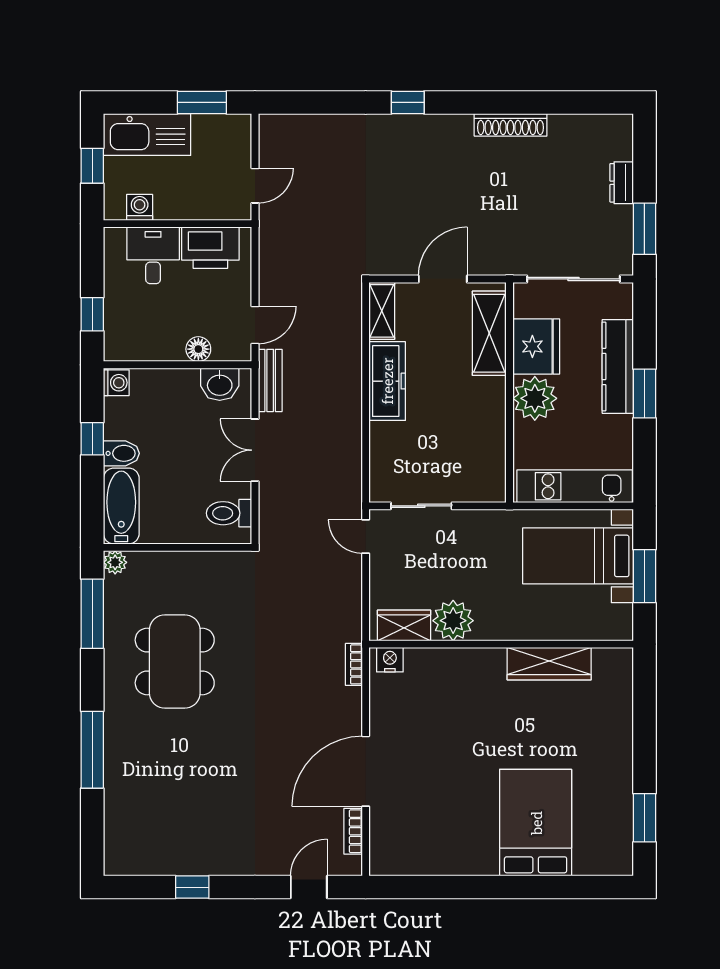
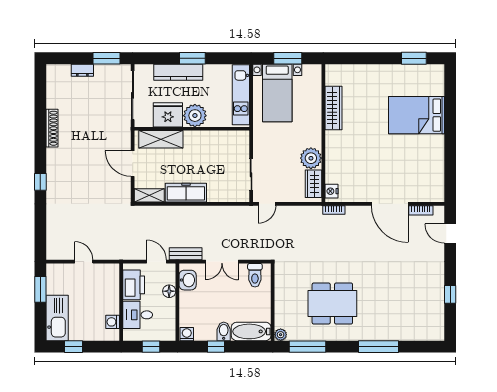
washing machine: (140, 207) -> (113, 322), moved
wall: (177, 224) -> (121, 302), moved
printer: (210, 248) -> (134, 285), moved
desk: (153, 255) -> (138, 315), moved

